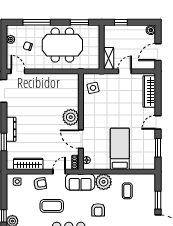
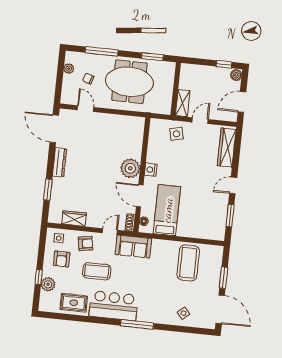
window: (121, 22) -> (224, 64), moved
door: (18, 71) -> (86, 109), moved
side table: (93, 88) -> (176, 134), moved
nightstand: (88, 117) -> (151, 170), added
dresser: (11, 129) -> (60, 162), moved
bed: (120, 149) -> (167, 210), moved
wardrobe: (28, 164) -> (74, 218), width x0.67
plant: (104, 182) -> (161, 249), removed
coffee table: (127, 191) -> (188, 263), width x1.86, depth x1.72
armchair: (98, 210) -> (62, 259), moved

